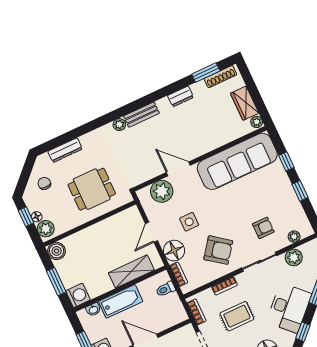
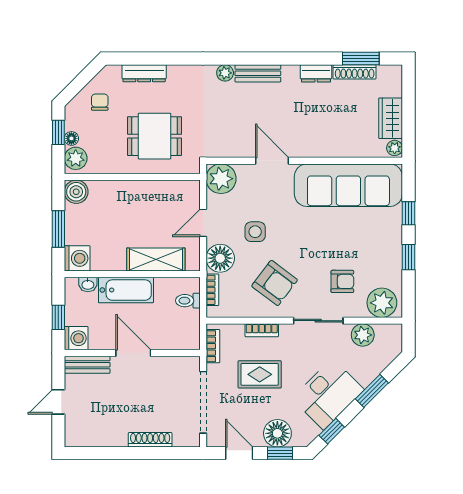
shoe rack: (220, 77) -> (355, 72), moved
plant: (162, 191) -> (221, 179), moved
plant: (294, 237) -> (382, 303), width x1.88, depth x1.88

